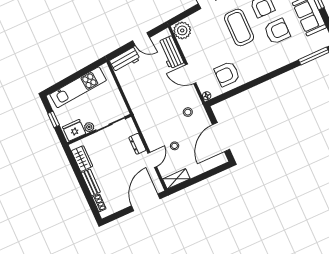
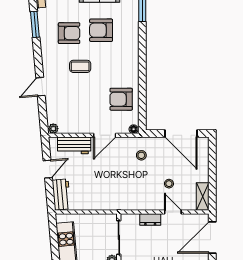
coffee table: (239, 27) -> (80, 66), width x0.54, depth x0.58
plant: (182, 30) -> (53, 129), width x0.53, depth x0.53
armchair: (277, 31) -> (101, 30), turned -90
armchair: (227, 74) -> (121, 99), turned 90
door: (146, 202) -> (212, 238), hinge flipped

